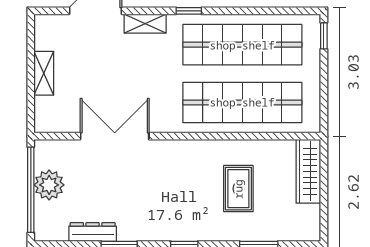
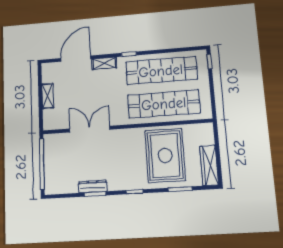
wardrobe: (308, 171) -> (209, 165), moved
plant: (49, 185) -> (52, 160), removed
rug: (238, 189) -> (165, 155), width x1.86, depth x2.06
dresser: (93, 232) -> (93, 186), moved

